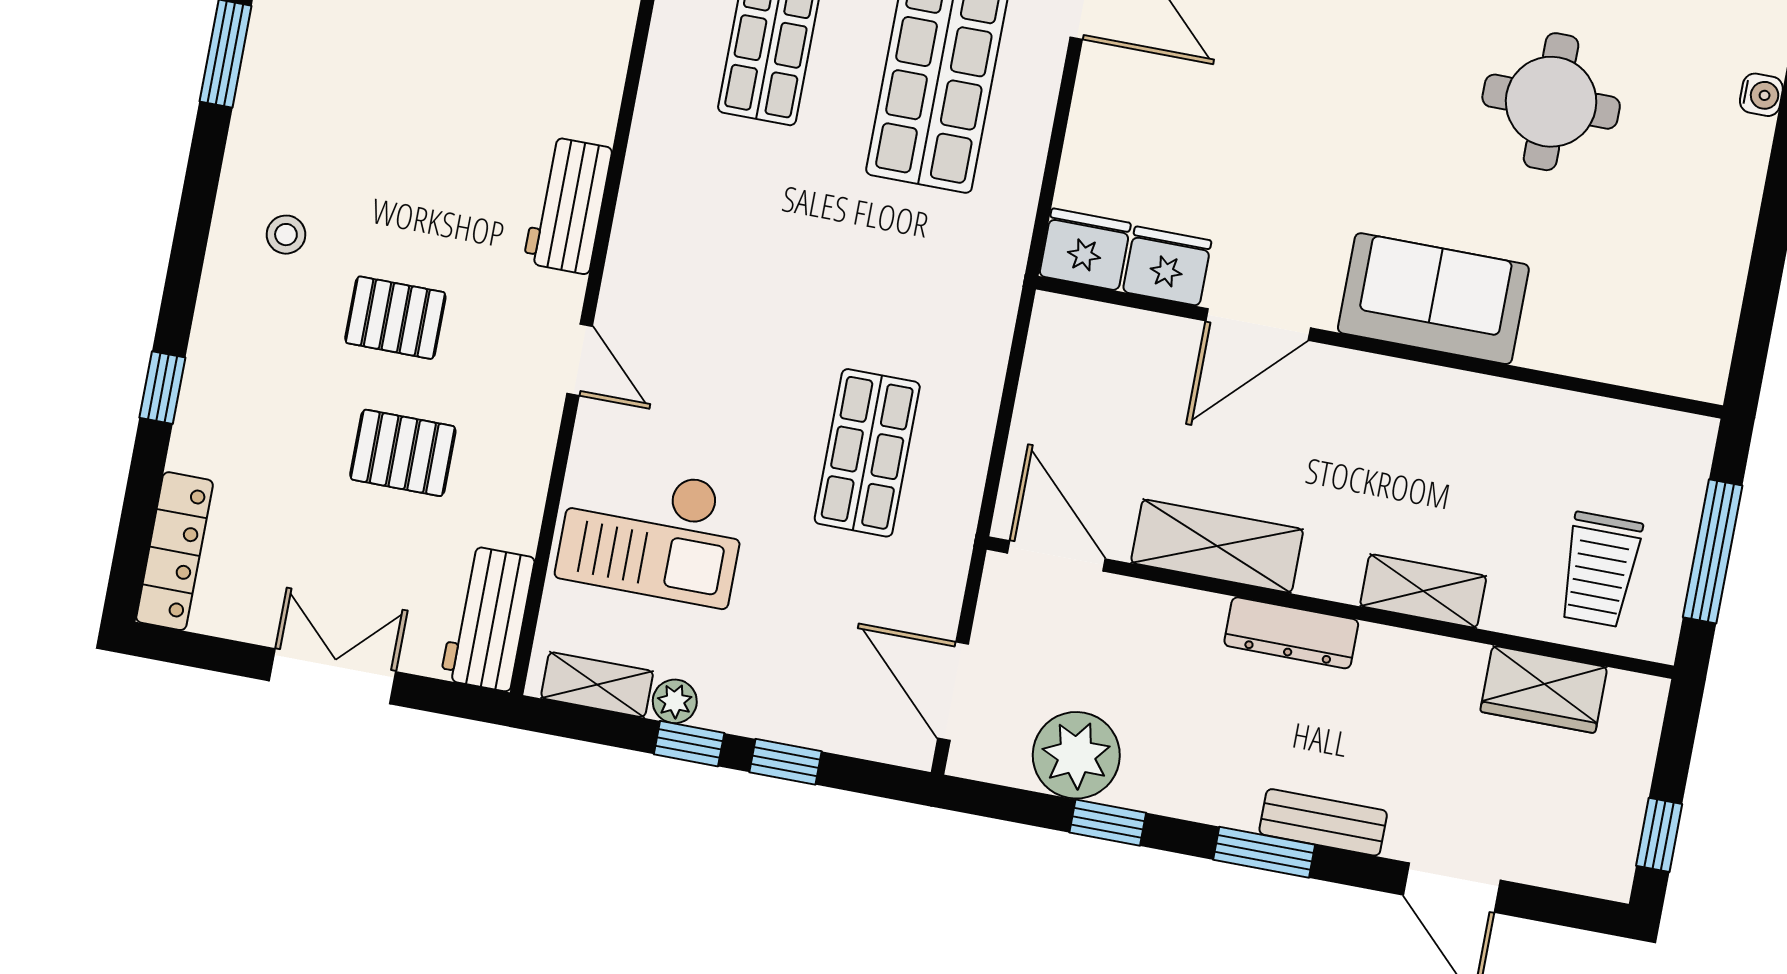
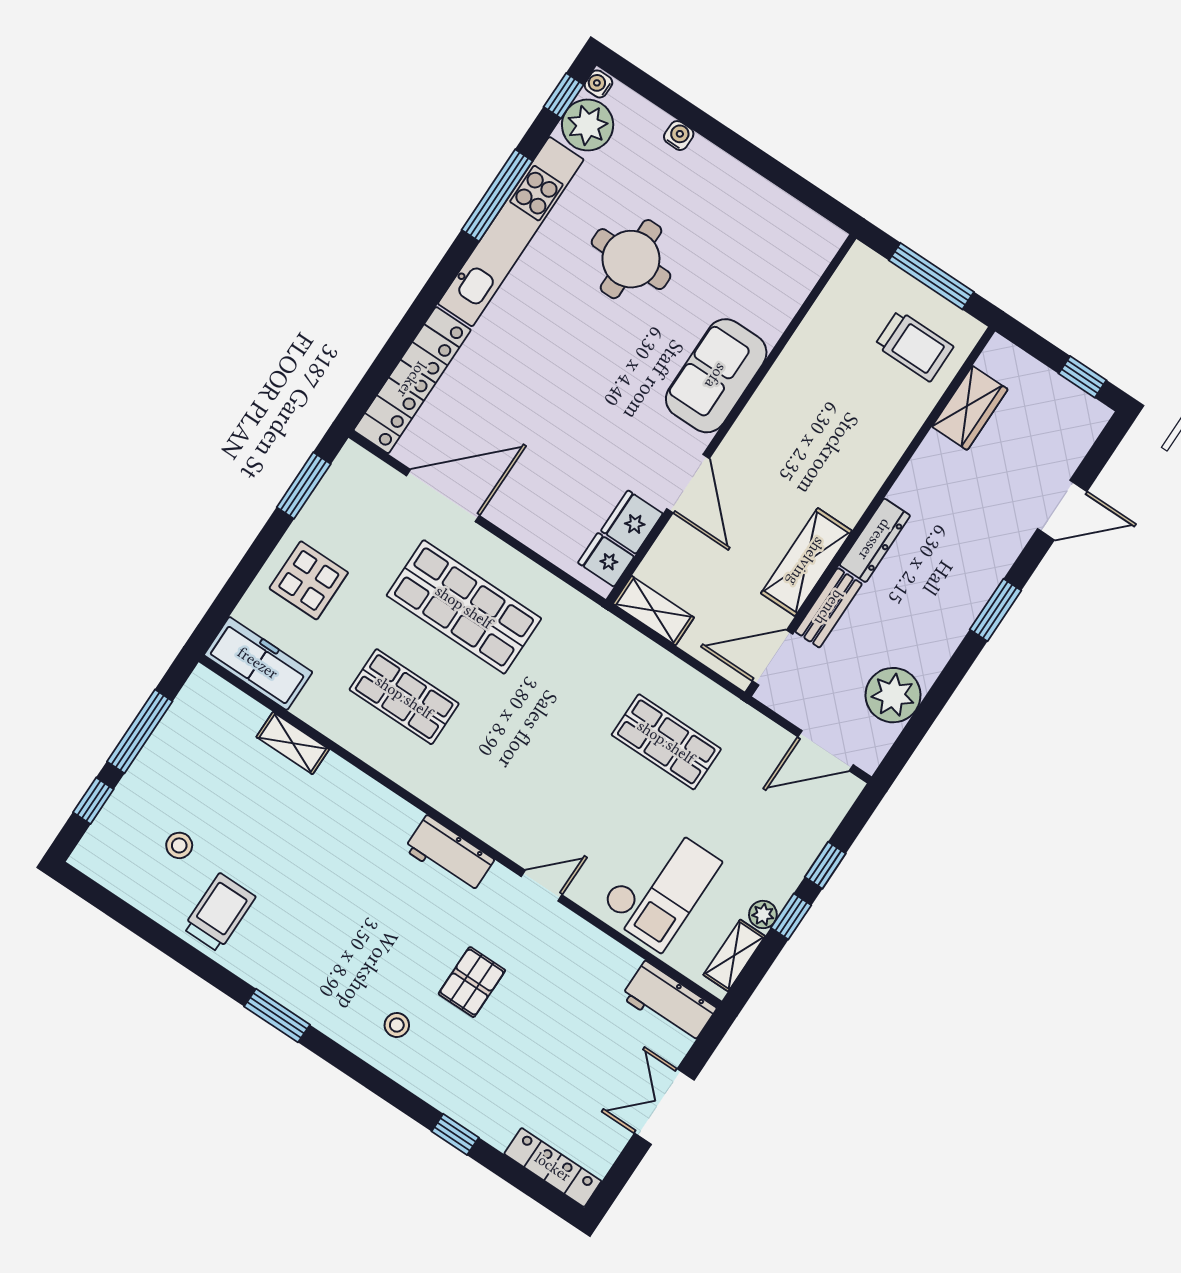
fridge: (1085, 249) -> (606, 560), width x0.72
pallet: (403, 453) -> (552, 1011), removed
shelving: (1423, 591) -> (654, 611), moved, turned 90
bench: (1323, 822) -> (829, 608), moved
window: (1108, 823) -> (940, 693), removed

